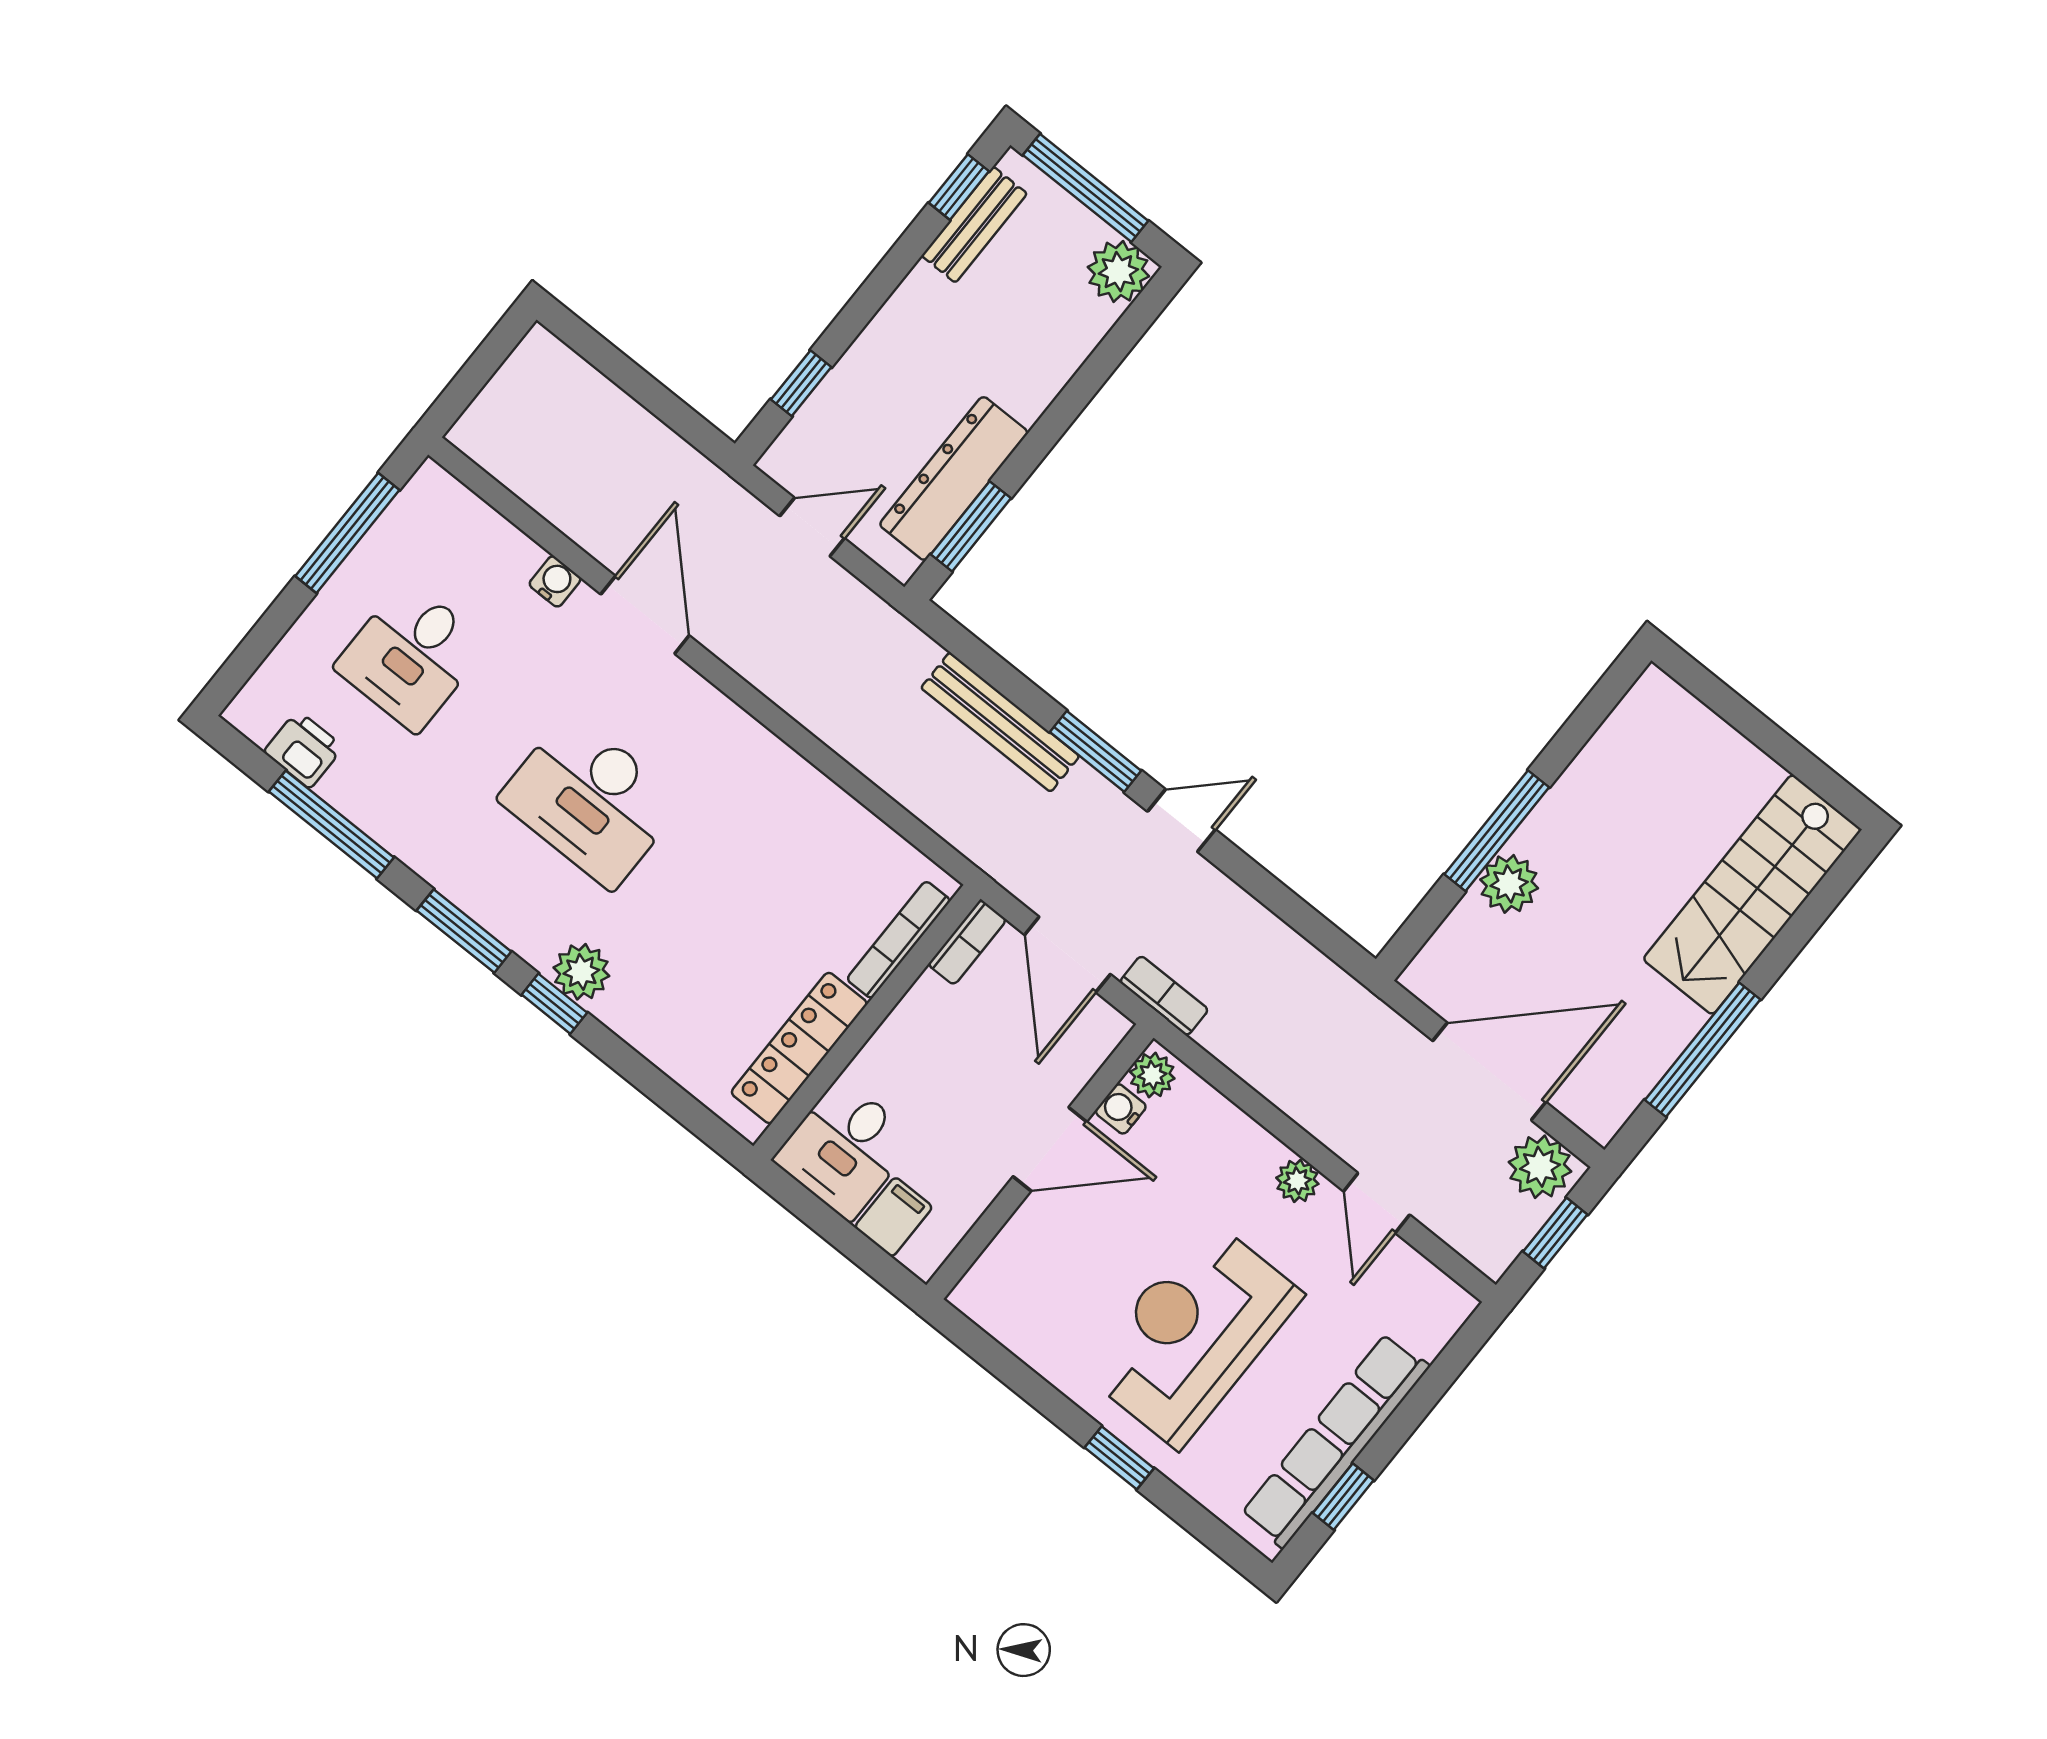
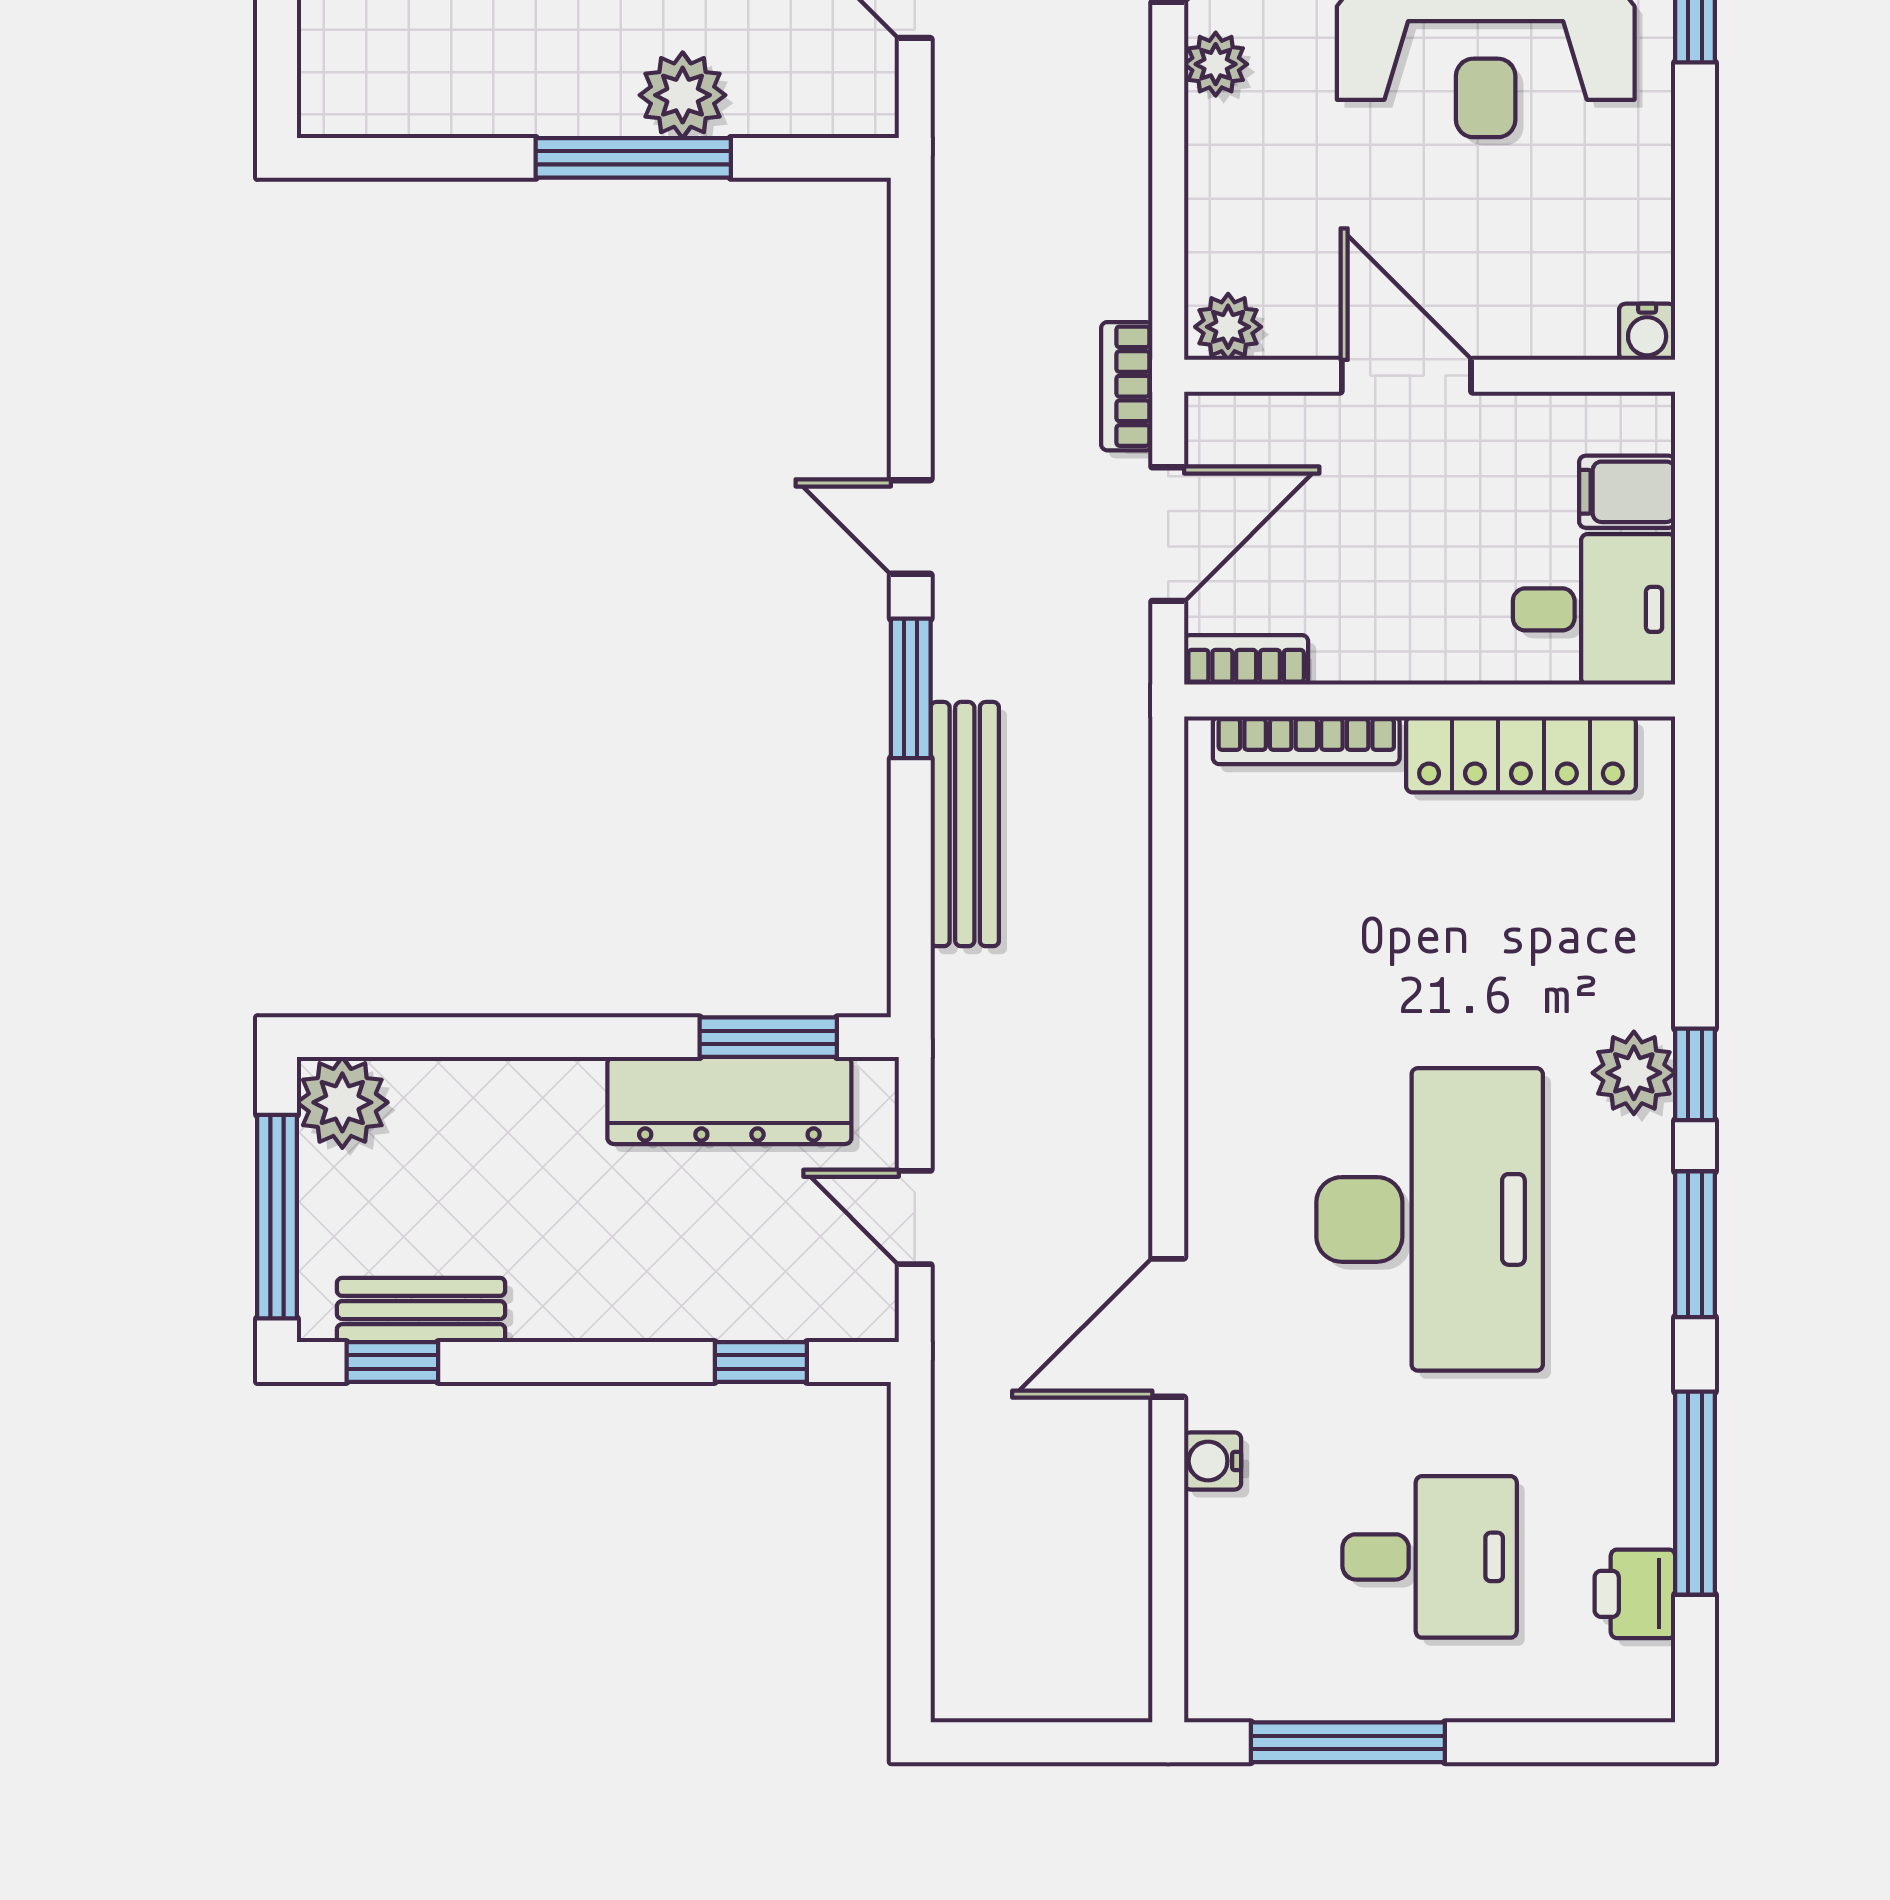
desk: (591, 800) -> (1430, 1219), width x1.36, depth x1.30
water cooler: (1121, 1109) -> (1647, 332), moved

